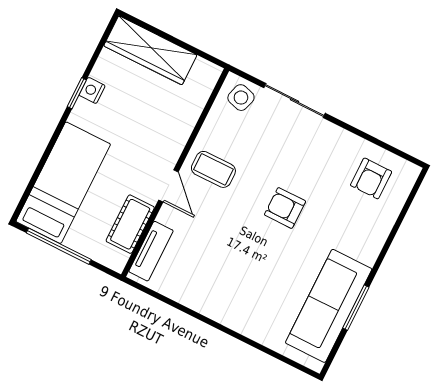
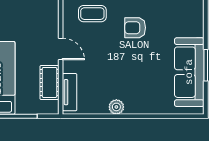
coffee table: (213, 169) -> (92, 14), moved
plant: (205, 304) -> (116, 107), added

